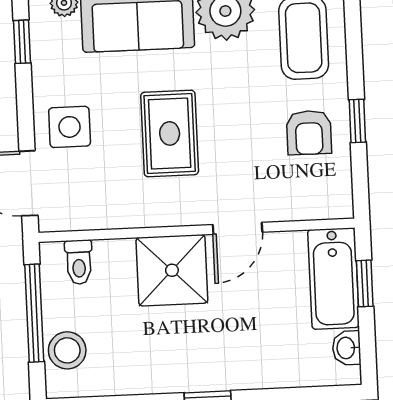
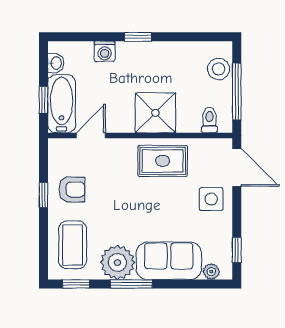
rug: (170, 133) -> (163, 161), moved, turned 90
armchair: (309, 133) -> (72, 189), turned 90
door: (238, 228) -> (91, 136), moved
washing machine: (264, 372) -> (105, 51), added

